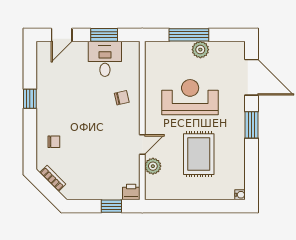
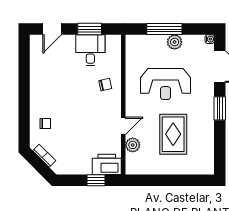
reception desk: (190, 97) -> (166, 84), turned 180
window: (30, 99) -> (24, 85), removed
printer: (131, 192) -> (107, 164), width x1.87, depth x1.48
water cooler: (240, 195) -> (210, 39), moved

